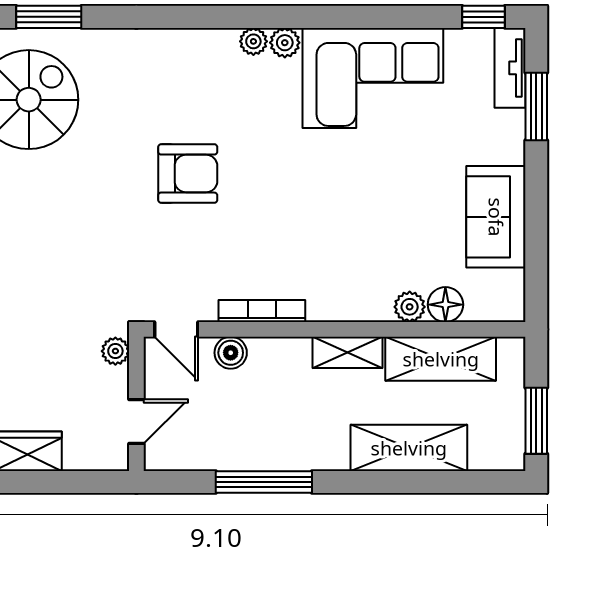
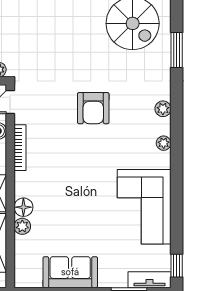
window: (49, 17) -> (177, 50), moved
plant: (285, 43) -> (163, 109), moved
floor lamp: (445, 305) -> (23, 207), moved

